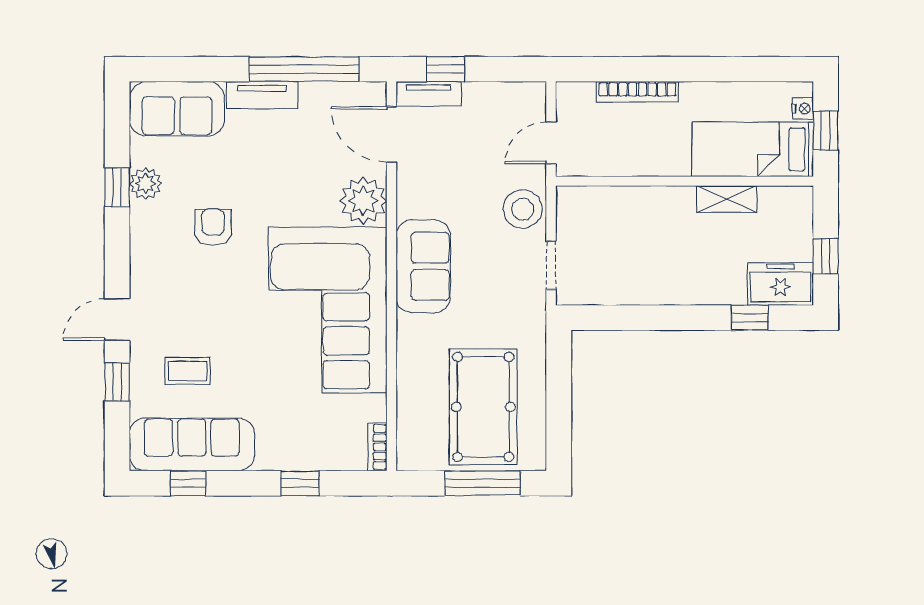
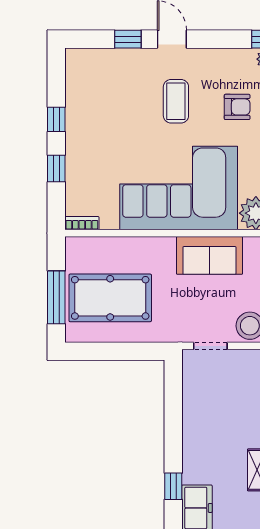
coffee table: (187, 371) -> (176, 101), moved, width x1.36, depth x1.30
sofa: (192, 444) -> (84, 92), removed
window: (188, 483) -> (56, 119), moved

